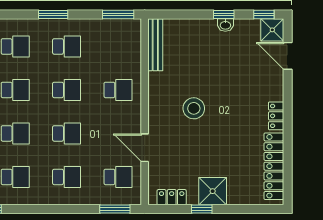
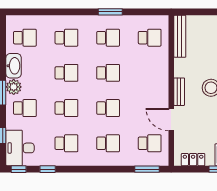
window: (53, 14) -> (110, 12), moved
window: (118, 14) -> (150, 12), removed
school desk: (118, 90) -> (150, 38), moved
bench: (154, 113) -> (179, 92), added

